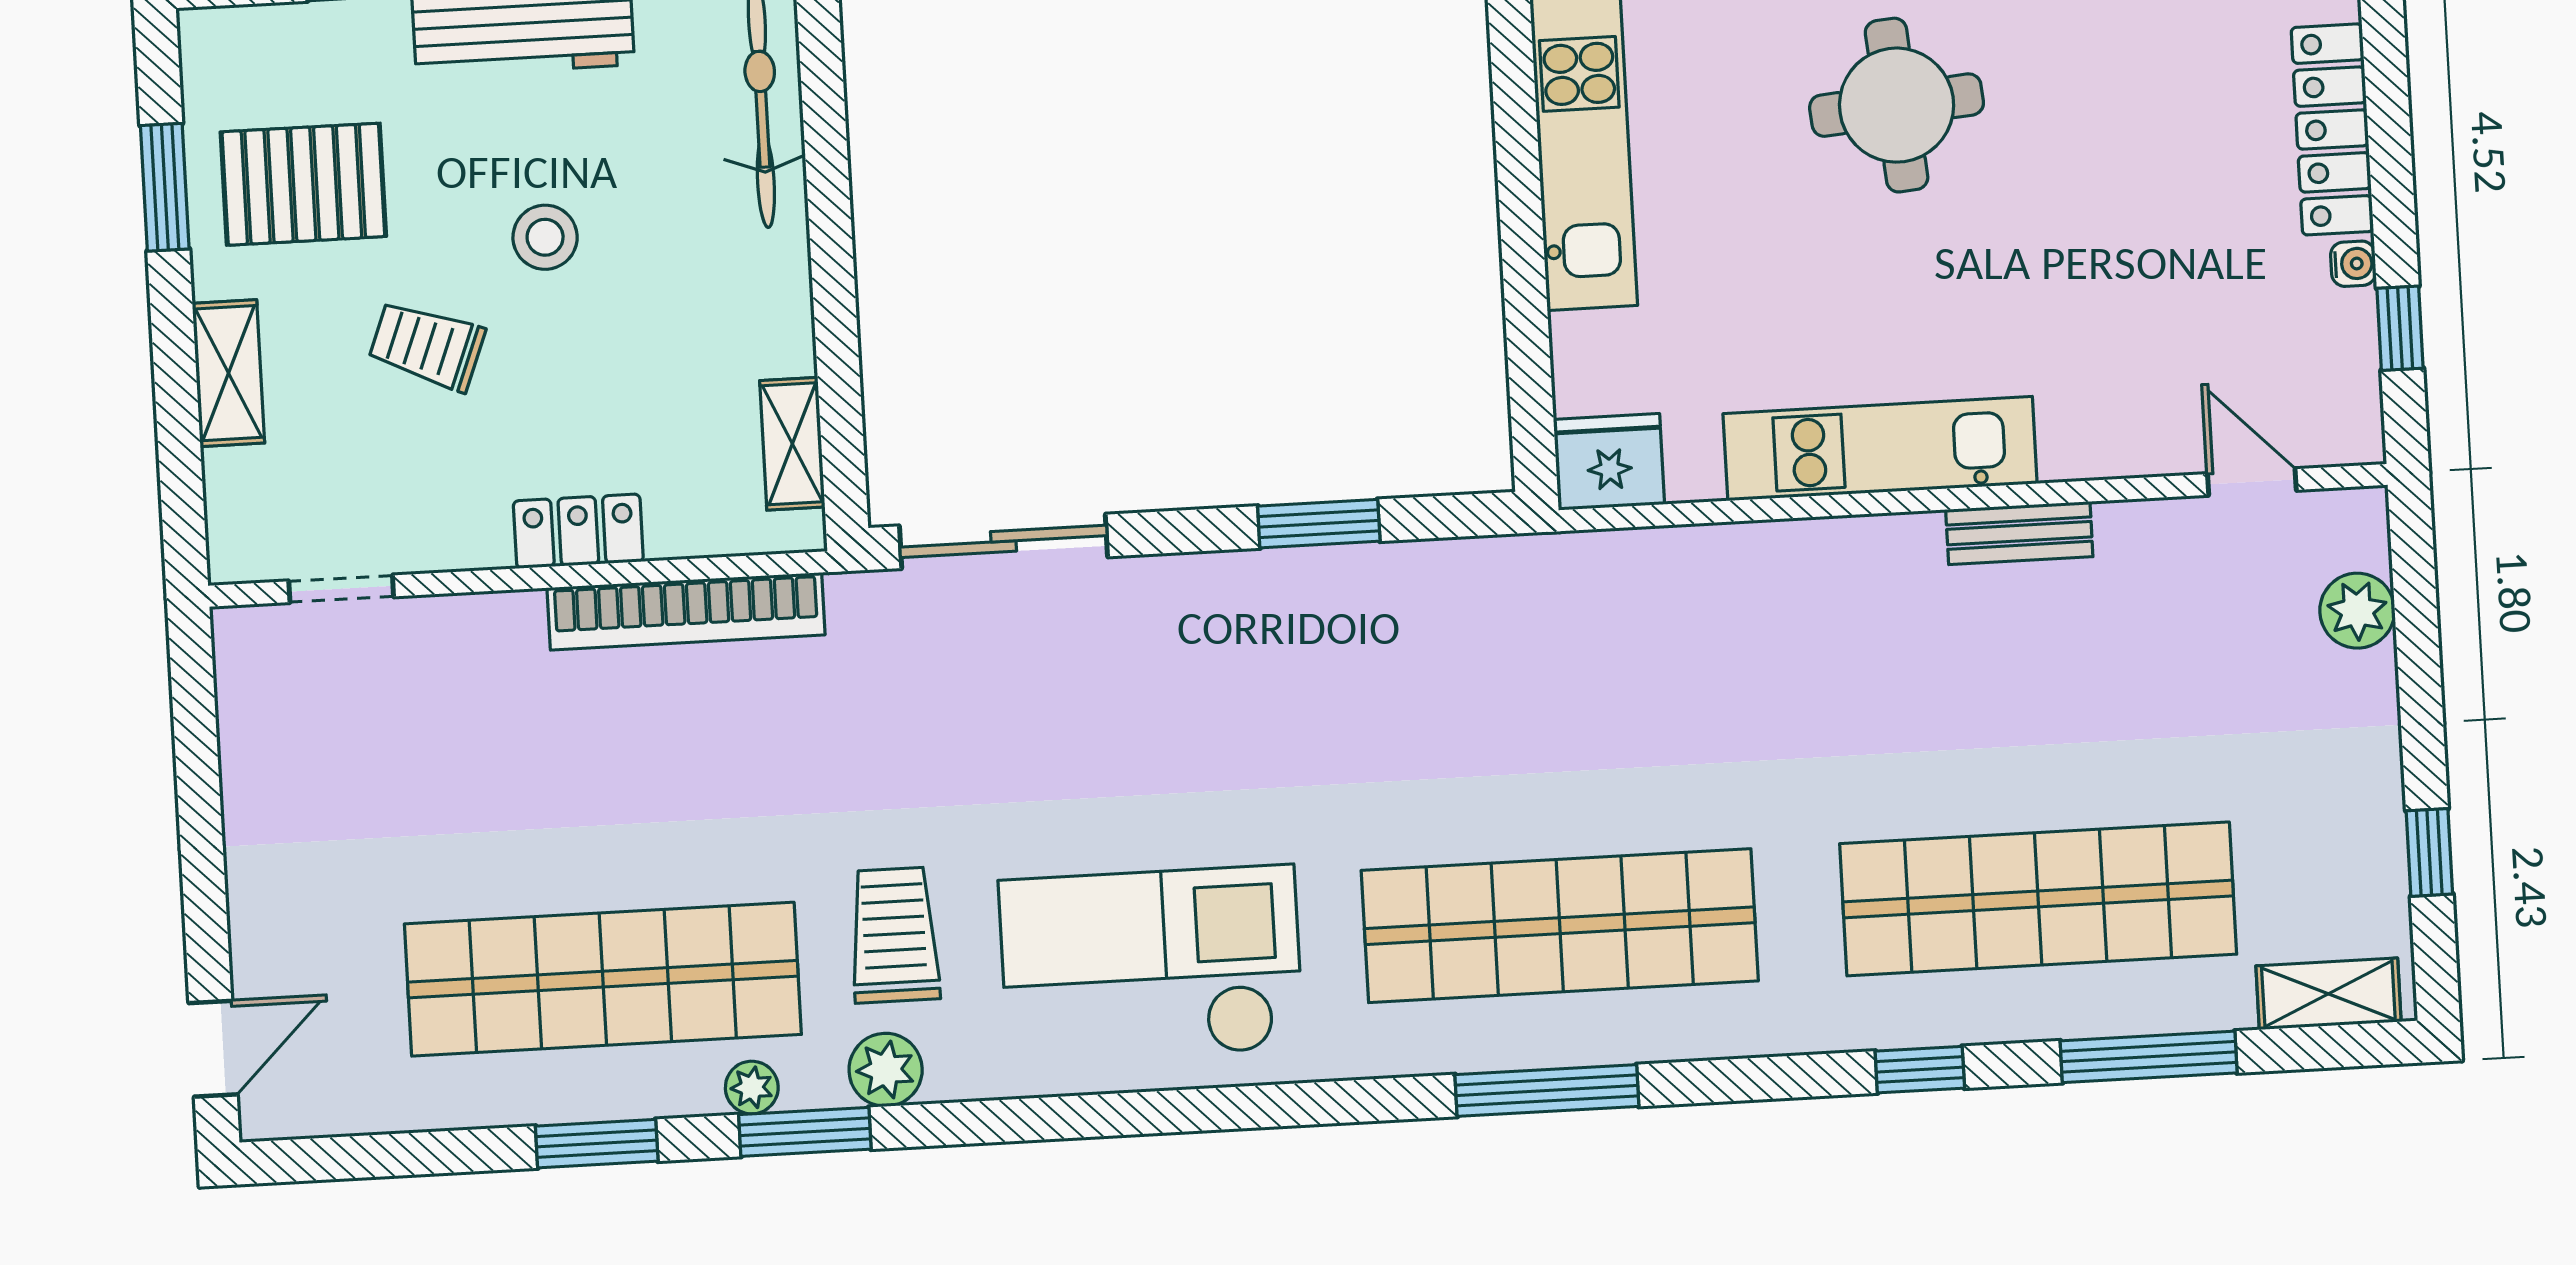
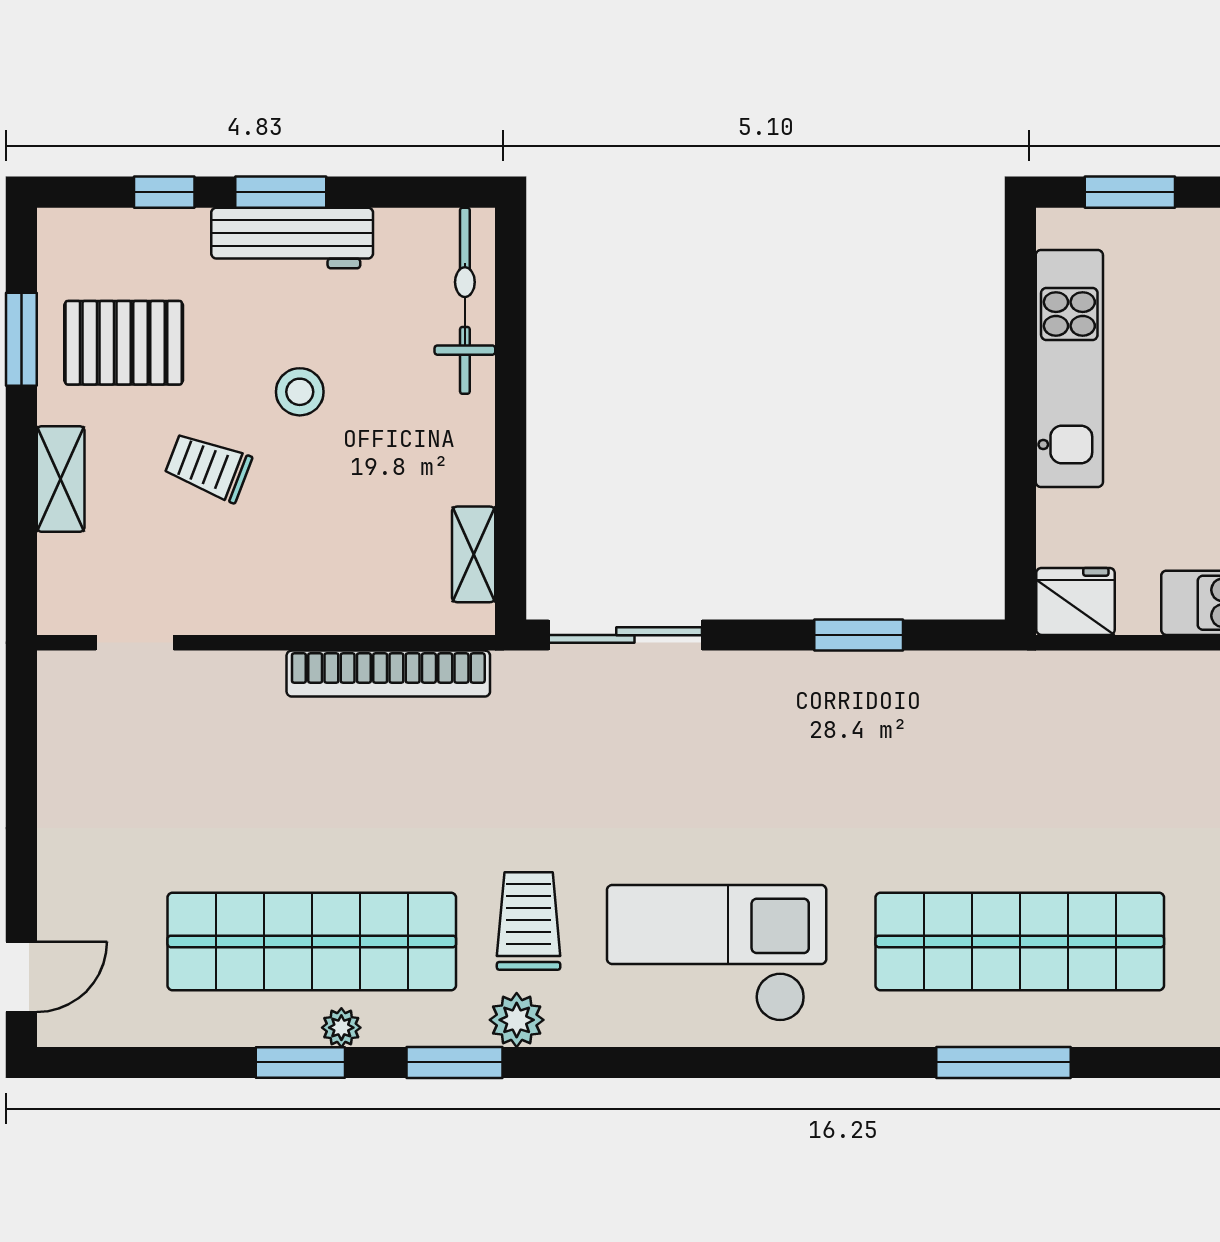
locker: (578, 531) -> (312, 610), removed
plant: (752, 1088) -> (341, 1028), moved

